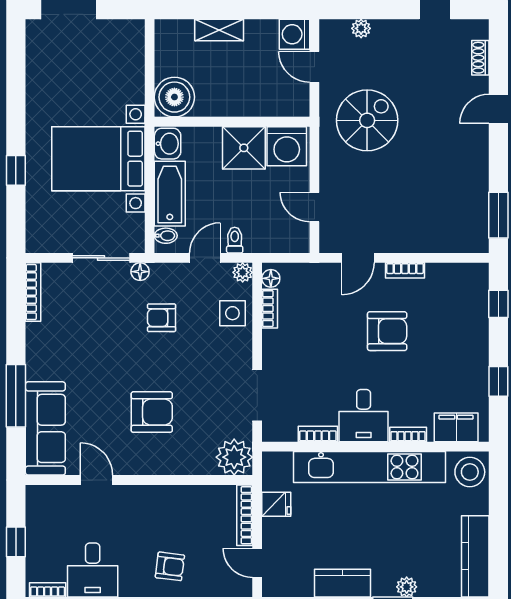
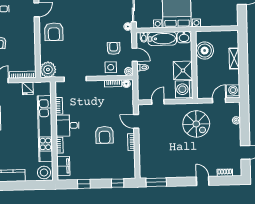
boiler: (174, 97) -> (205, 51), moved
armchair: (162, 318) -> (114, 48), moved
armchair: (152, 412) -> (54, 32), moved

